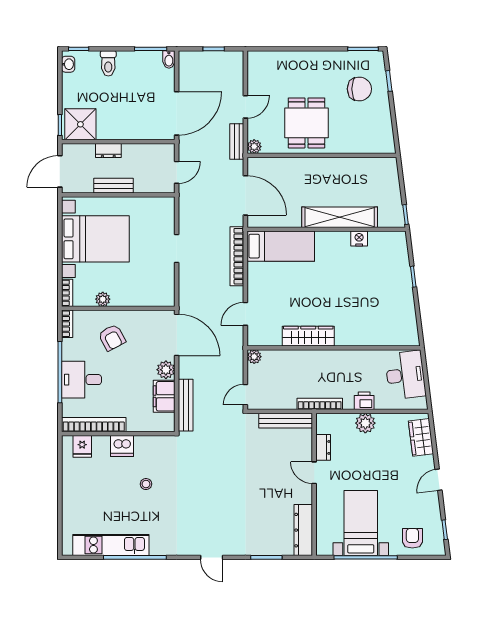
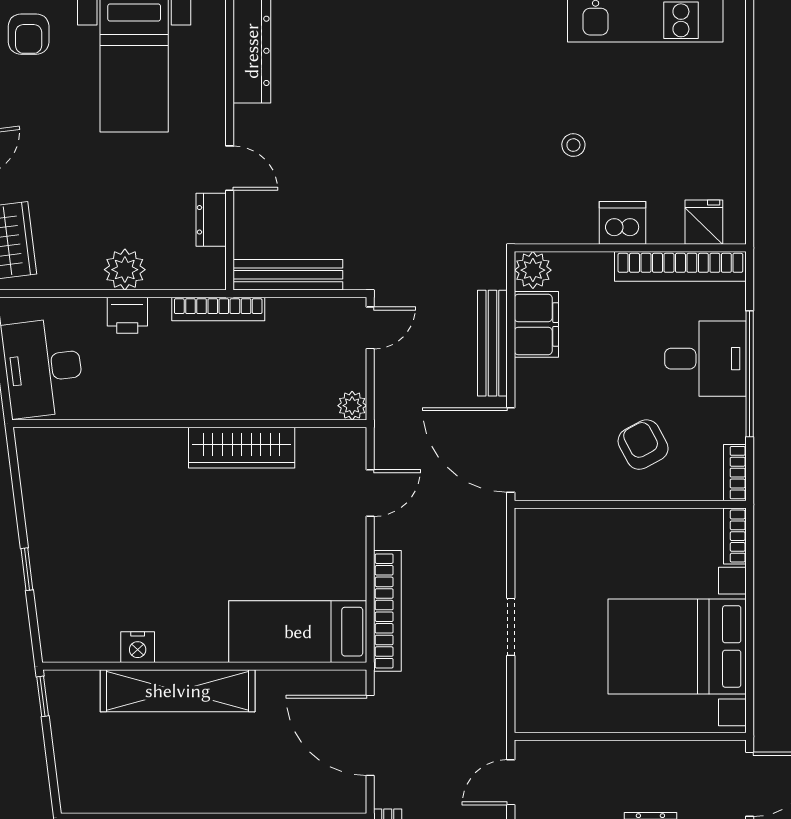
bench: (113, 186) -> (640, 755), removed
plant: (103, 299) -> (662, 523), removed
plant: (166, 370) -> (533, 270), moved
bench: (186, 405) -> (492, 343), moved

